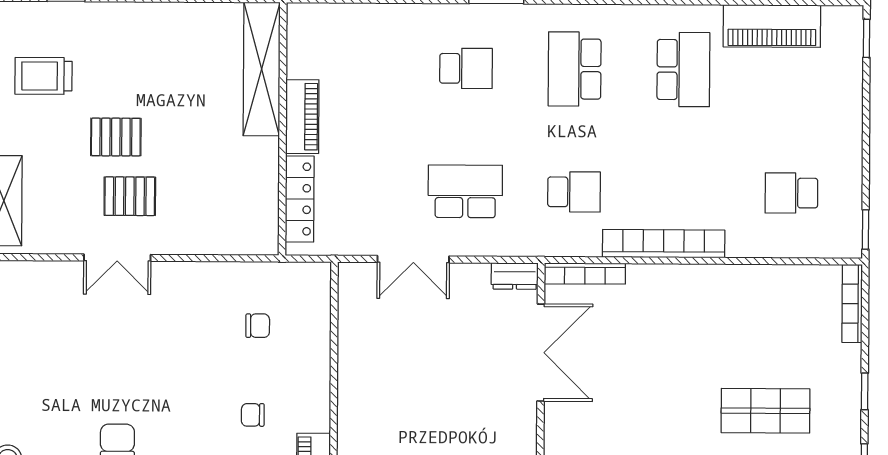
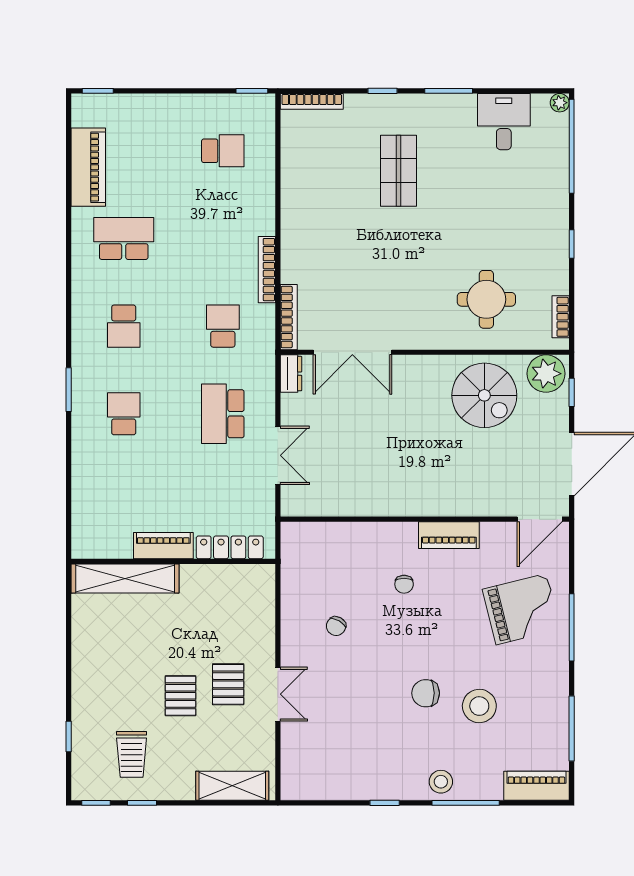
school desk: (575, 69) -> (124, 326), width x0.54
school desk: (791, 193) -> (223, 151), turned -90
bookcase: (664, 244) -> (267, 270), width x0.68, depth x0.76
chair: (258, 326) -> (336, 626), moved, turned -150
double door: (541, 353) -> (352, 352), swing flipped

